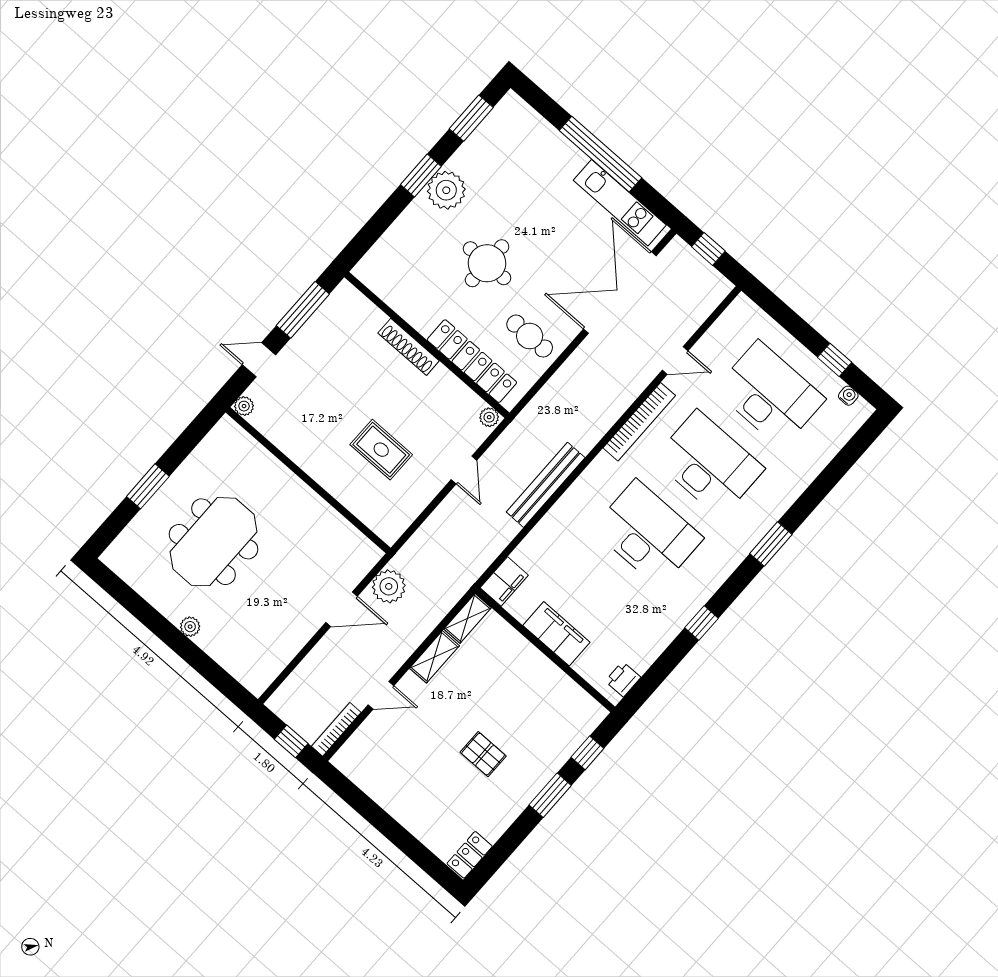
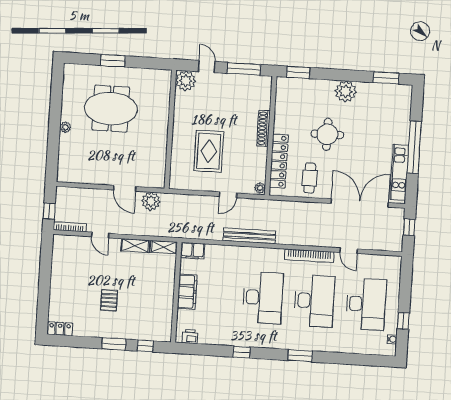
window: (421, 175) -> (298, 72), moved
plant: (244, 406) -> (186, 81), width x1.88, depth x1.88
rug: (381, 450) -> (209, 151), width x1.36, depth x1.43

